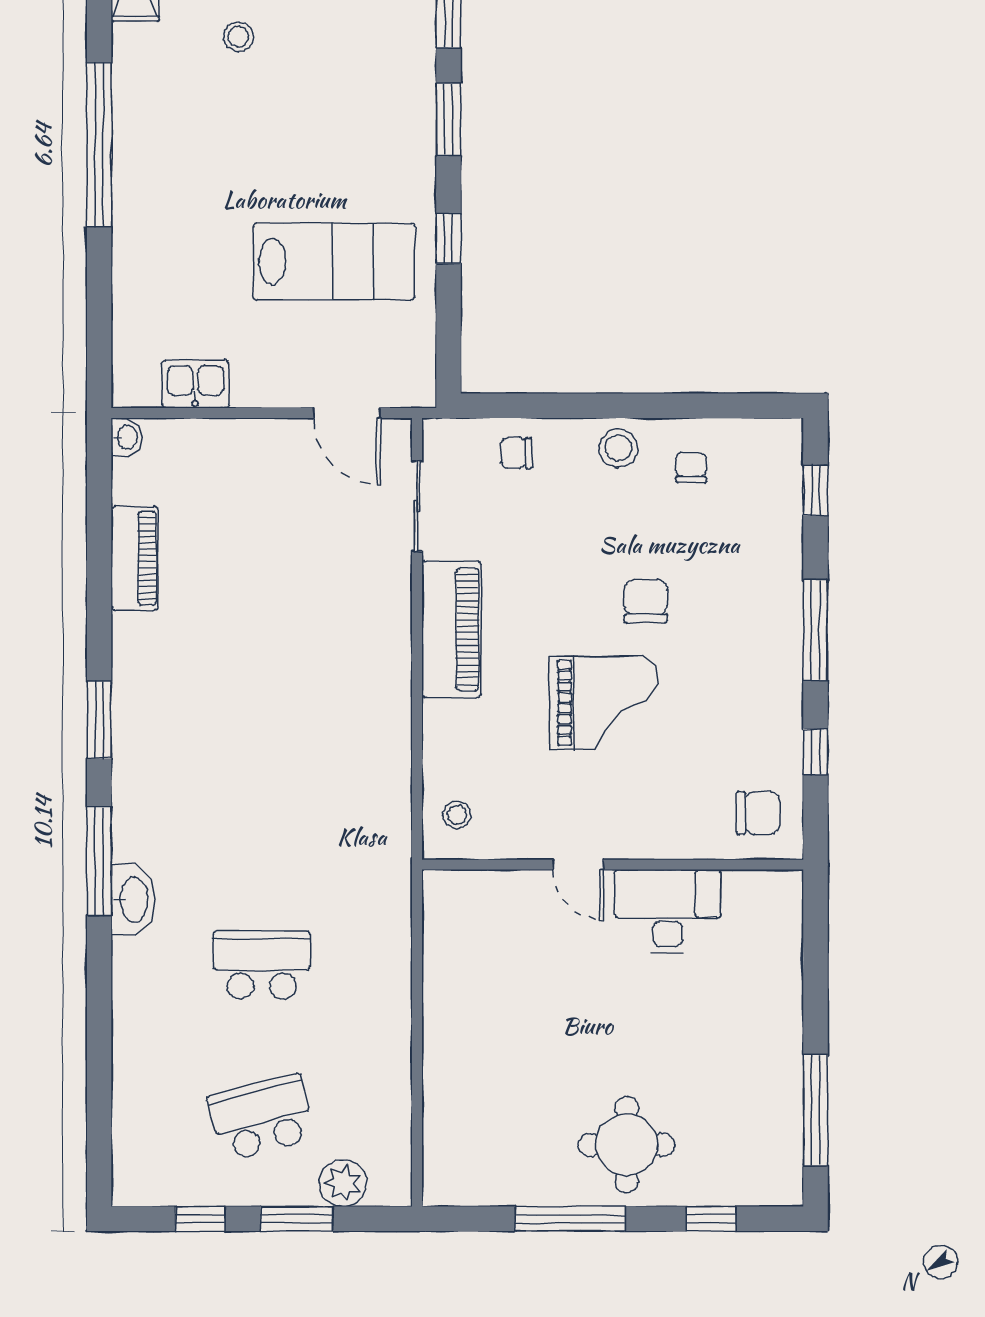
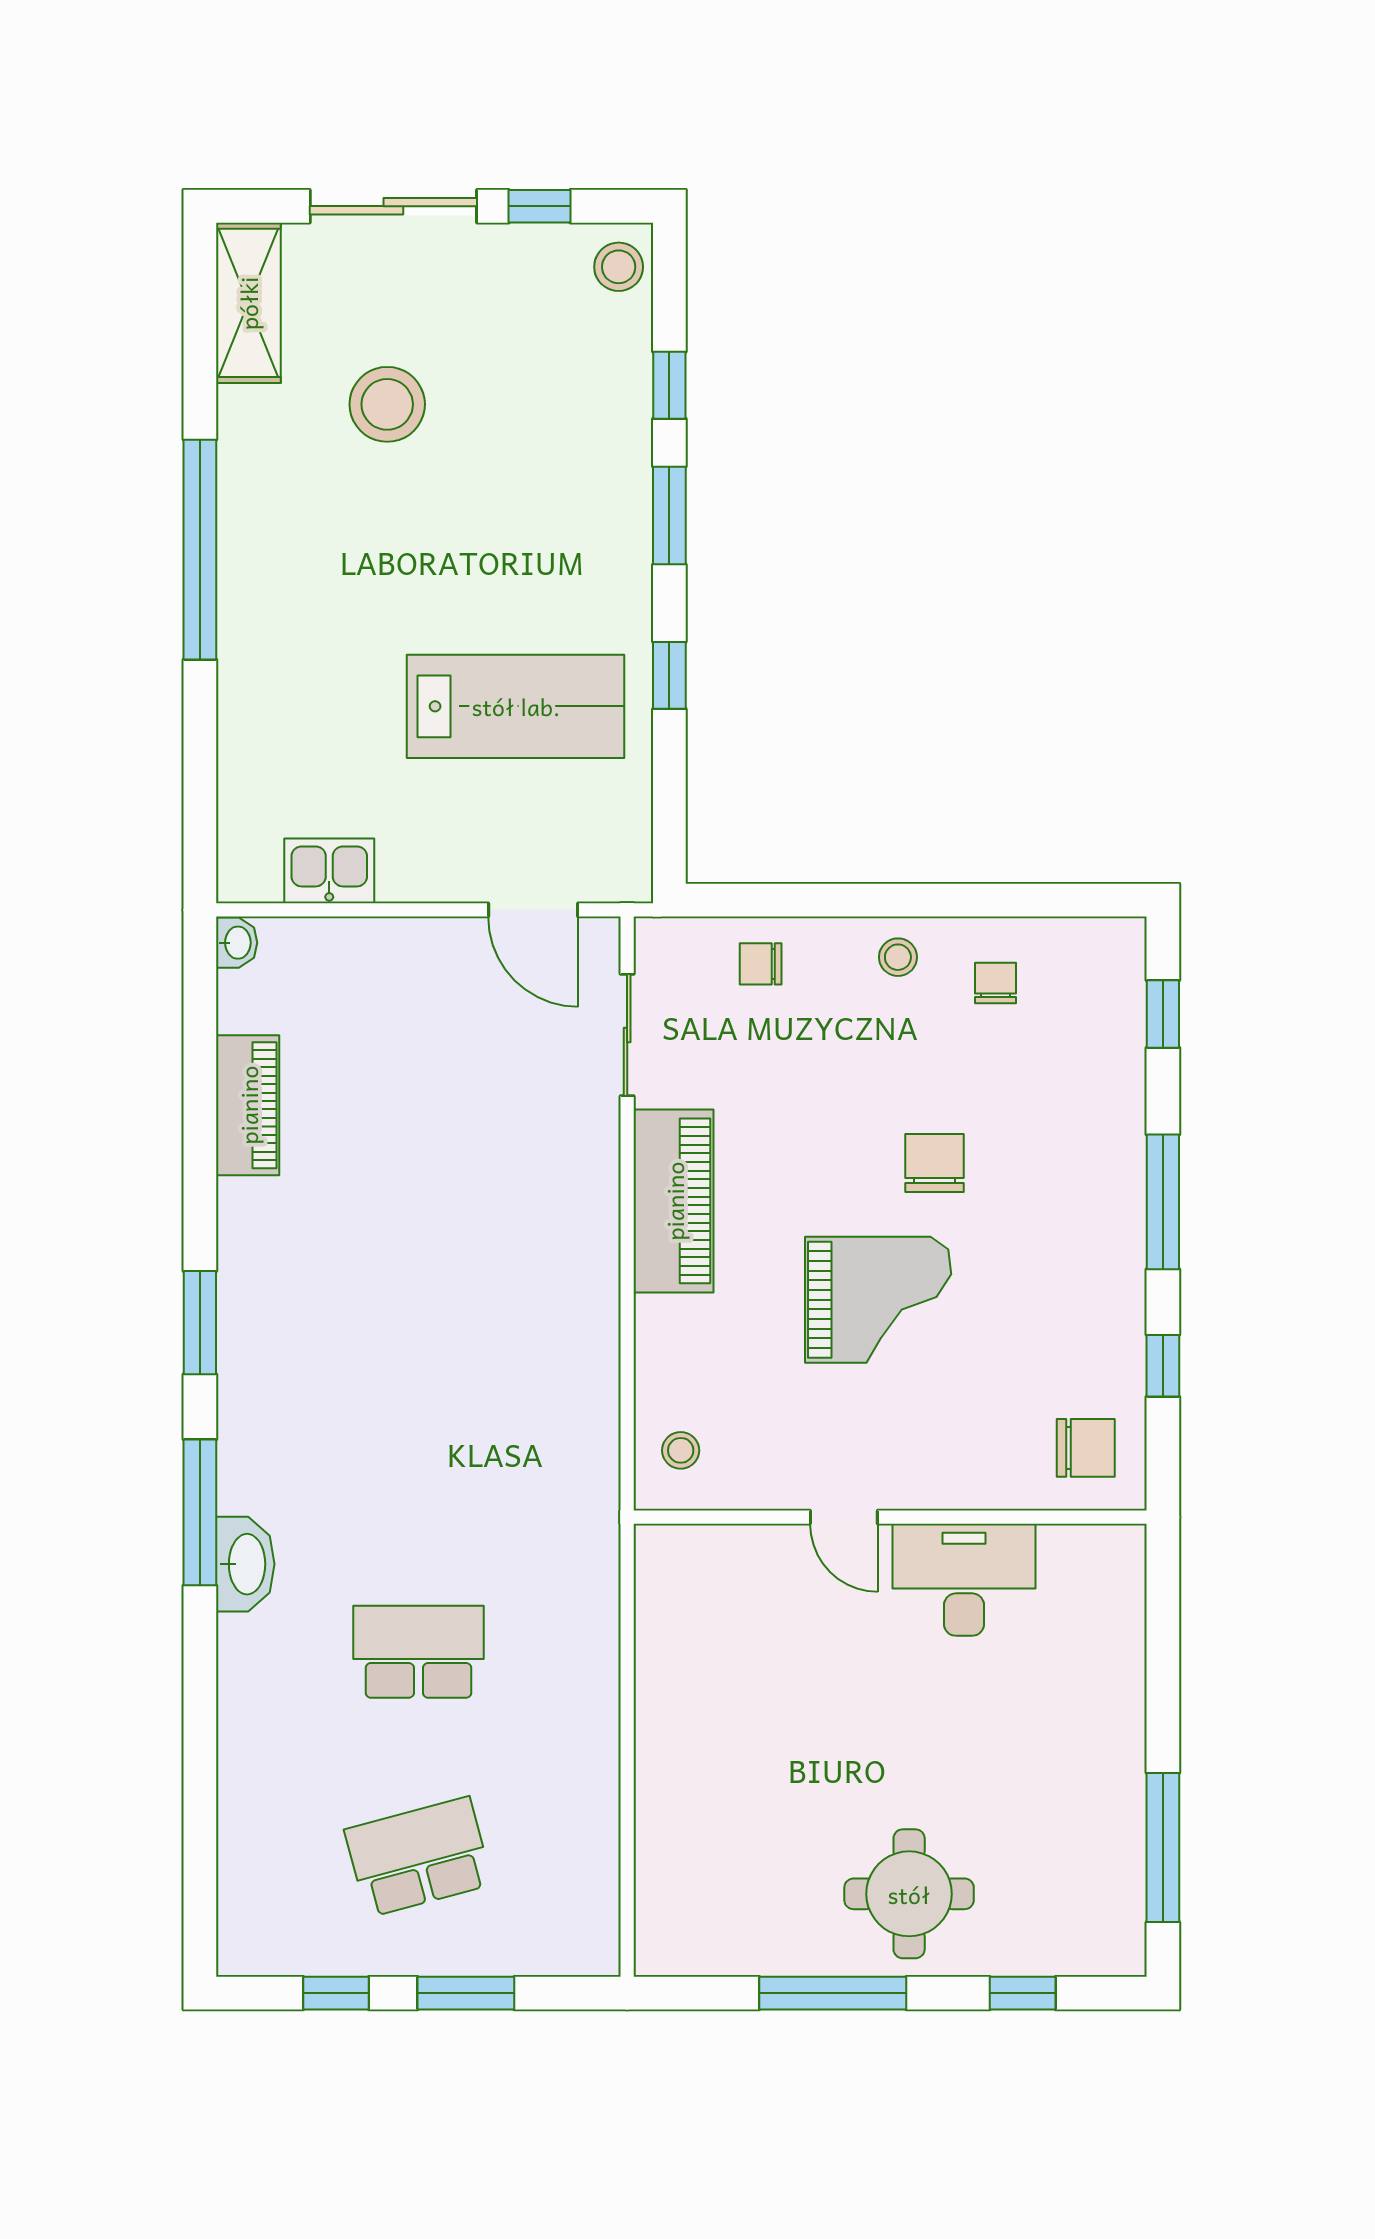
stool: (238, 37) -> (387, 404), width x1.89, depth x1.89
stool: (618, 448) -> (898, 957), width x0.73, depth x0.73
plant: (343, 1183) -> (528, 1945), removed

